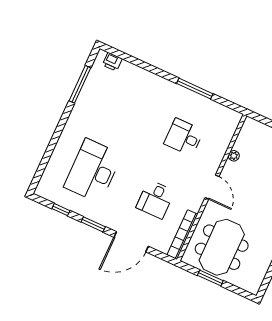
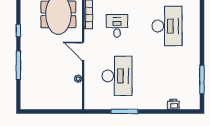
printer: (112, 62) -> (173, 104), moved
desk: (184, 137) -> (117, 76), width x1.87, depth x1.30

